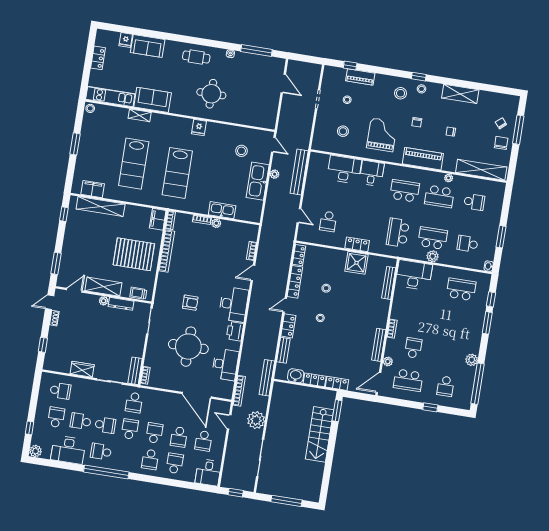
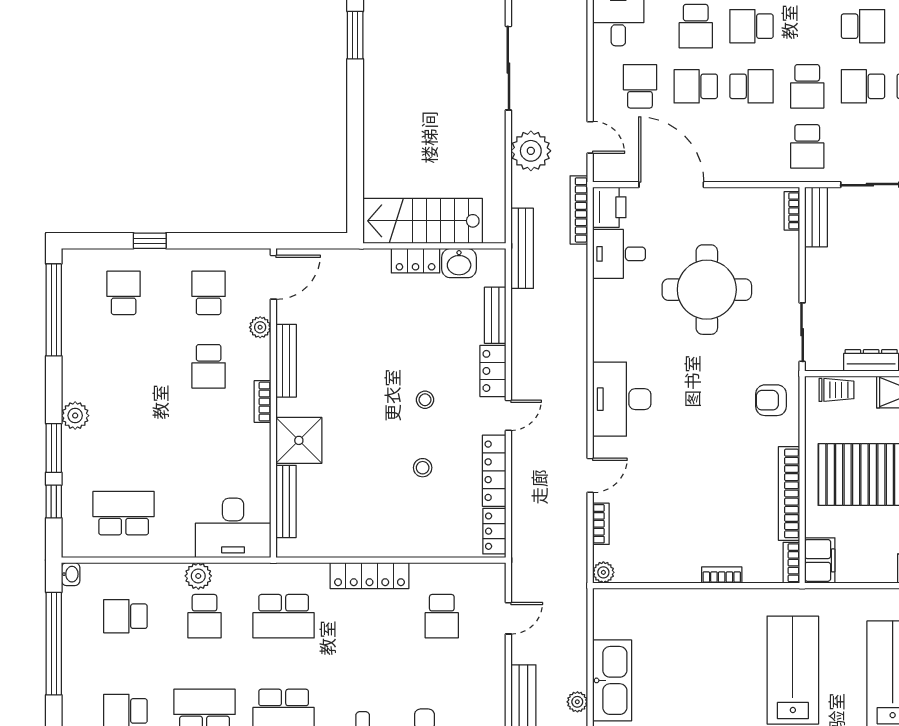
kitchen sink: (222, 210) -> (681, 603), removed
door: (299, 216) -> (508, 618), swing flipped
school desk: (328, 221) -> (442, 616), turned 180
plant: (216, 223) -> (603, 572), moved
school desk: (398, 233) -> (284, 616), turned 90
window: (501, 237) -> (54, 644), width x2.11
school desk: (433, 238) -> (205, 616), width x0.54
locker: (357, 244) -> (369, 576), width x1.53
school desk: (468, 244) -> (125, 616), turned 180
shower: (356, 263) -> (299, 440), moved
school desk: (461, 289) -> (124, 513), turned 180
armchair: (190, 303) -> (771, 400), moved
printer: (235, 331) -> (609, 207), moved
plant: (472, 360) -> (75, 416), moved
desk: (225, 364) -> (619, 254), width x0.73
school desk: (408, 380) -> (209, 293), width x0.54
locker: (337, 383) -> (365, 261), removed
school desk: (134, 403) -> (807, 146), turned 180
window: (337, 411) -> (355, 35), moved
school desk: (154, 433) -> (751, 86), turned -90
stairs: (320, 434) -> (423, 221), moved, turned -90
school desk: (179, 437) -> (696, 86), turned -90
school desk: (150, 459) -> (751, 26), turned -90

